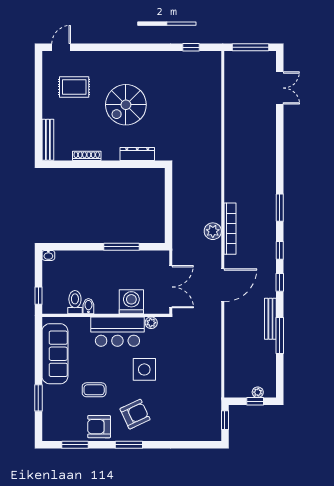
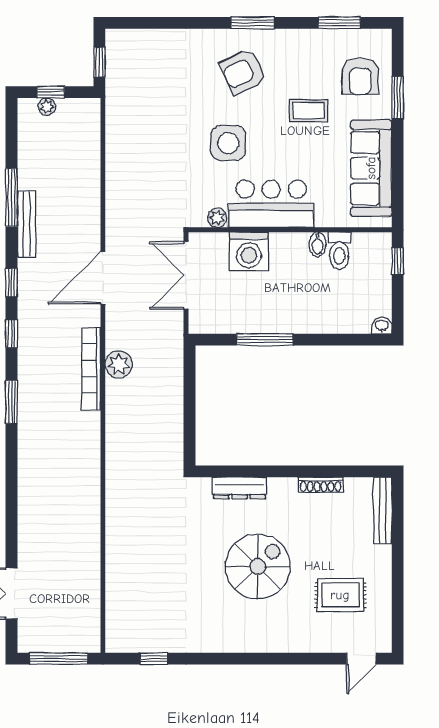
armchair: (99, 427) -> (360, 76), moved, turned 90

